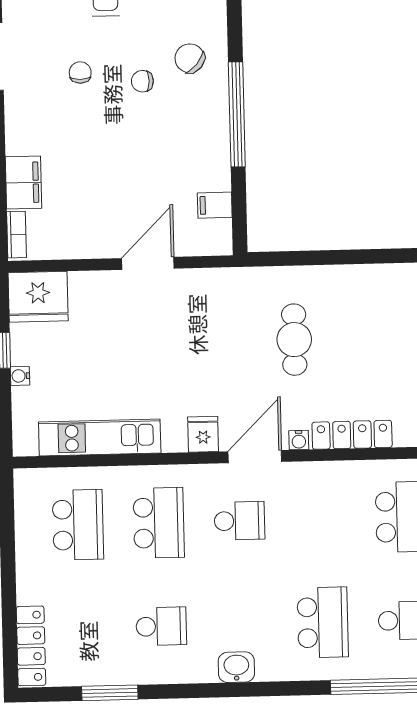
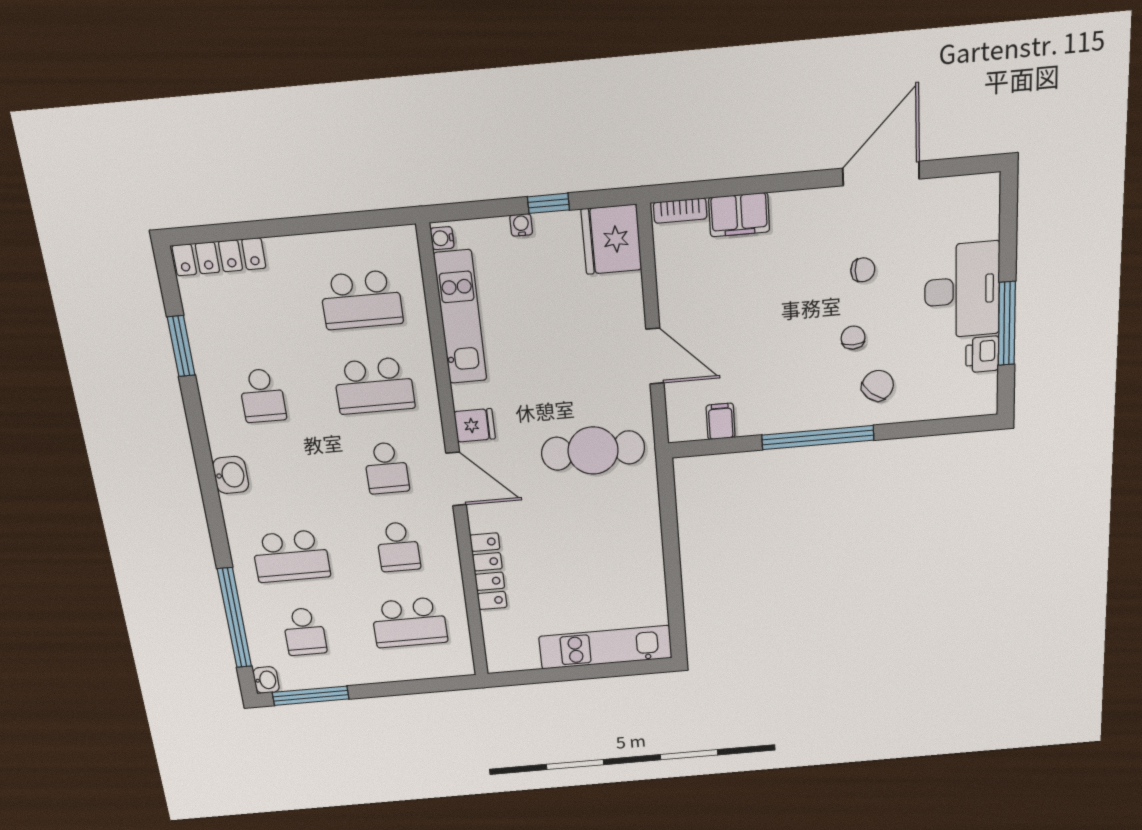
cafe table: (294, 340) -> (593, 451), moved, width x1.37, depth x1.35
water cooler: (299, 440) -> (442, 238), moved
school desk: (320, 519) -> (398, 547), added

